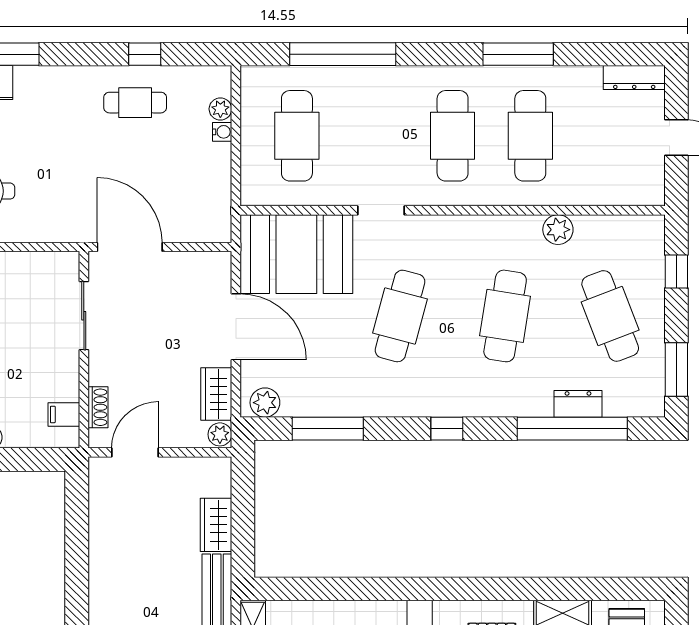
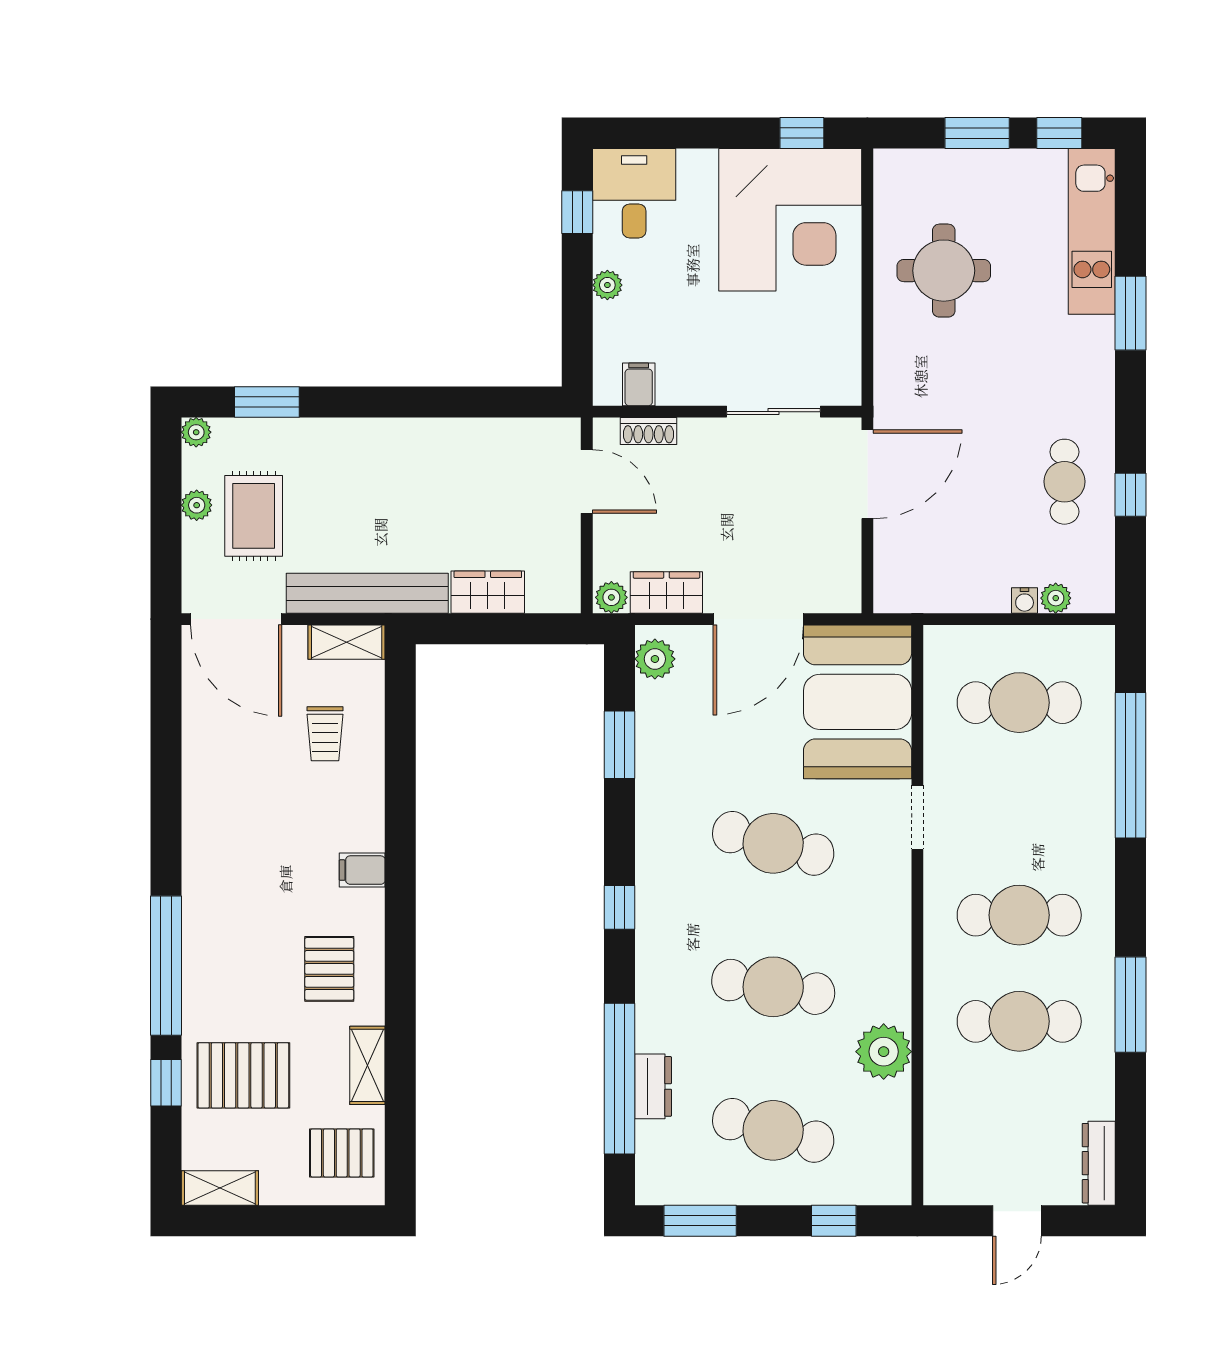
plant: (558, 230) -> (884, 1052), width x1.36, depth x1.36
cafe table: (610, 316) -> (773, 1130), turned 36
window: (328, 429) -> (619, 745), width x0.69

